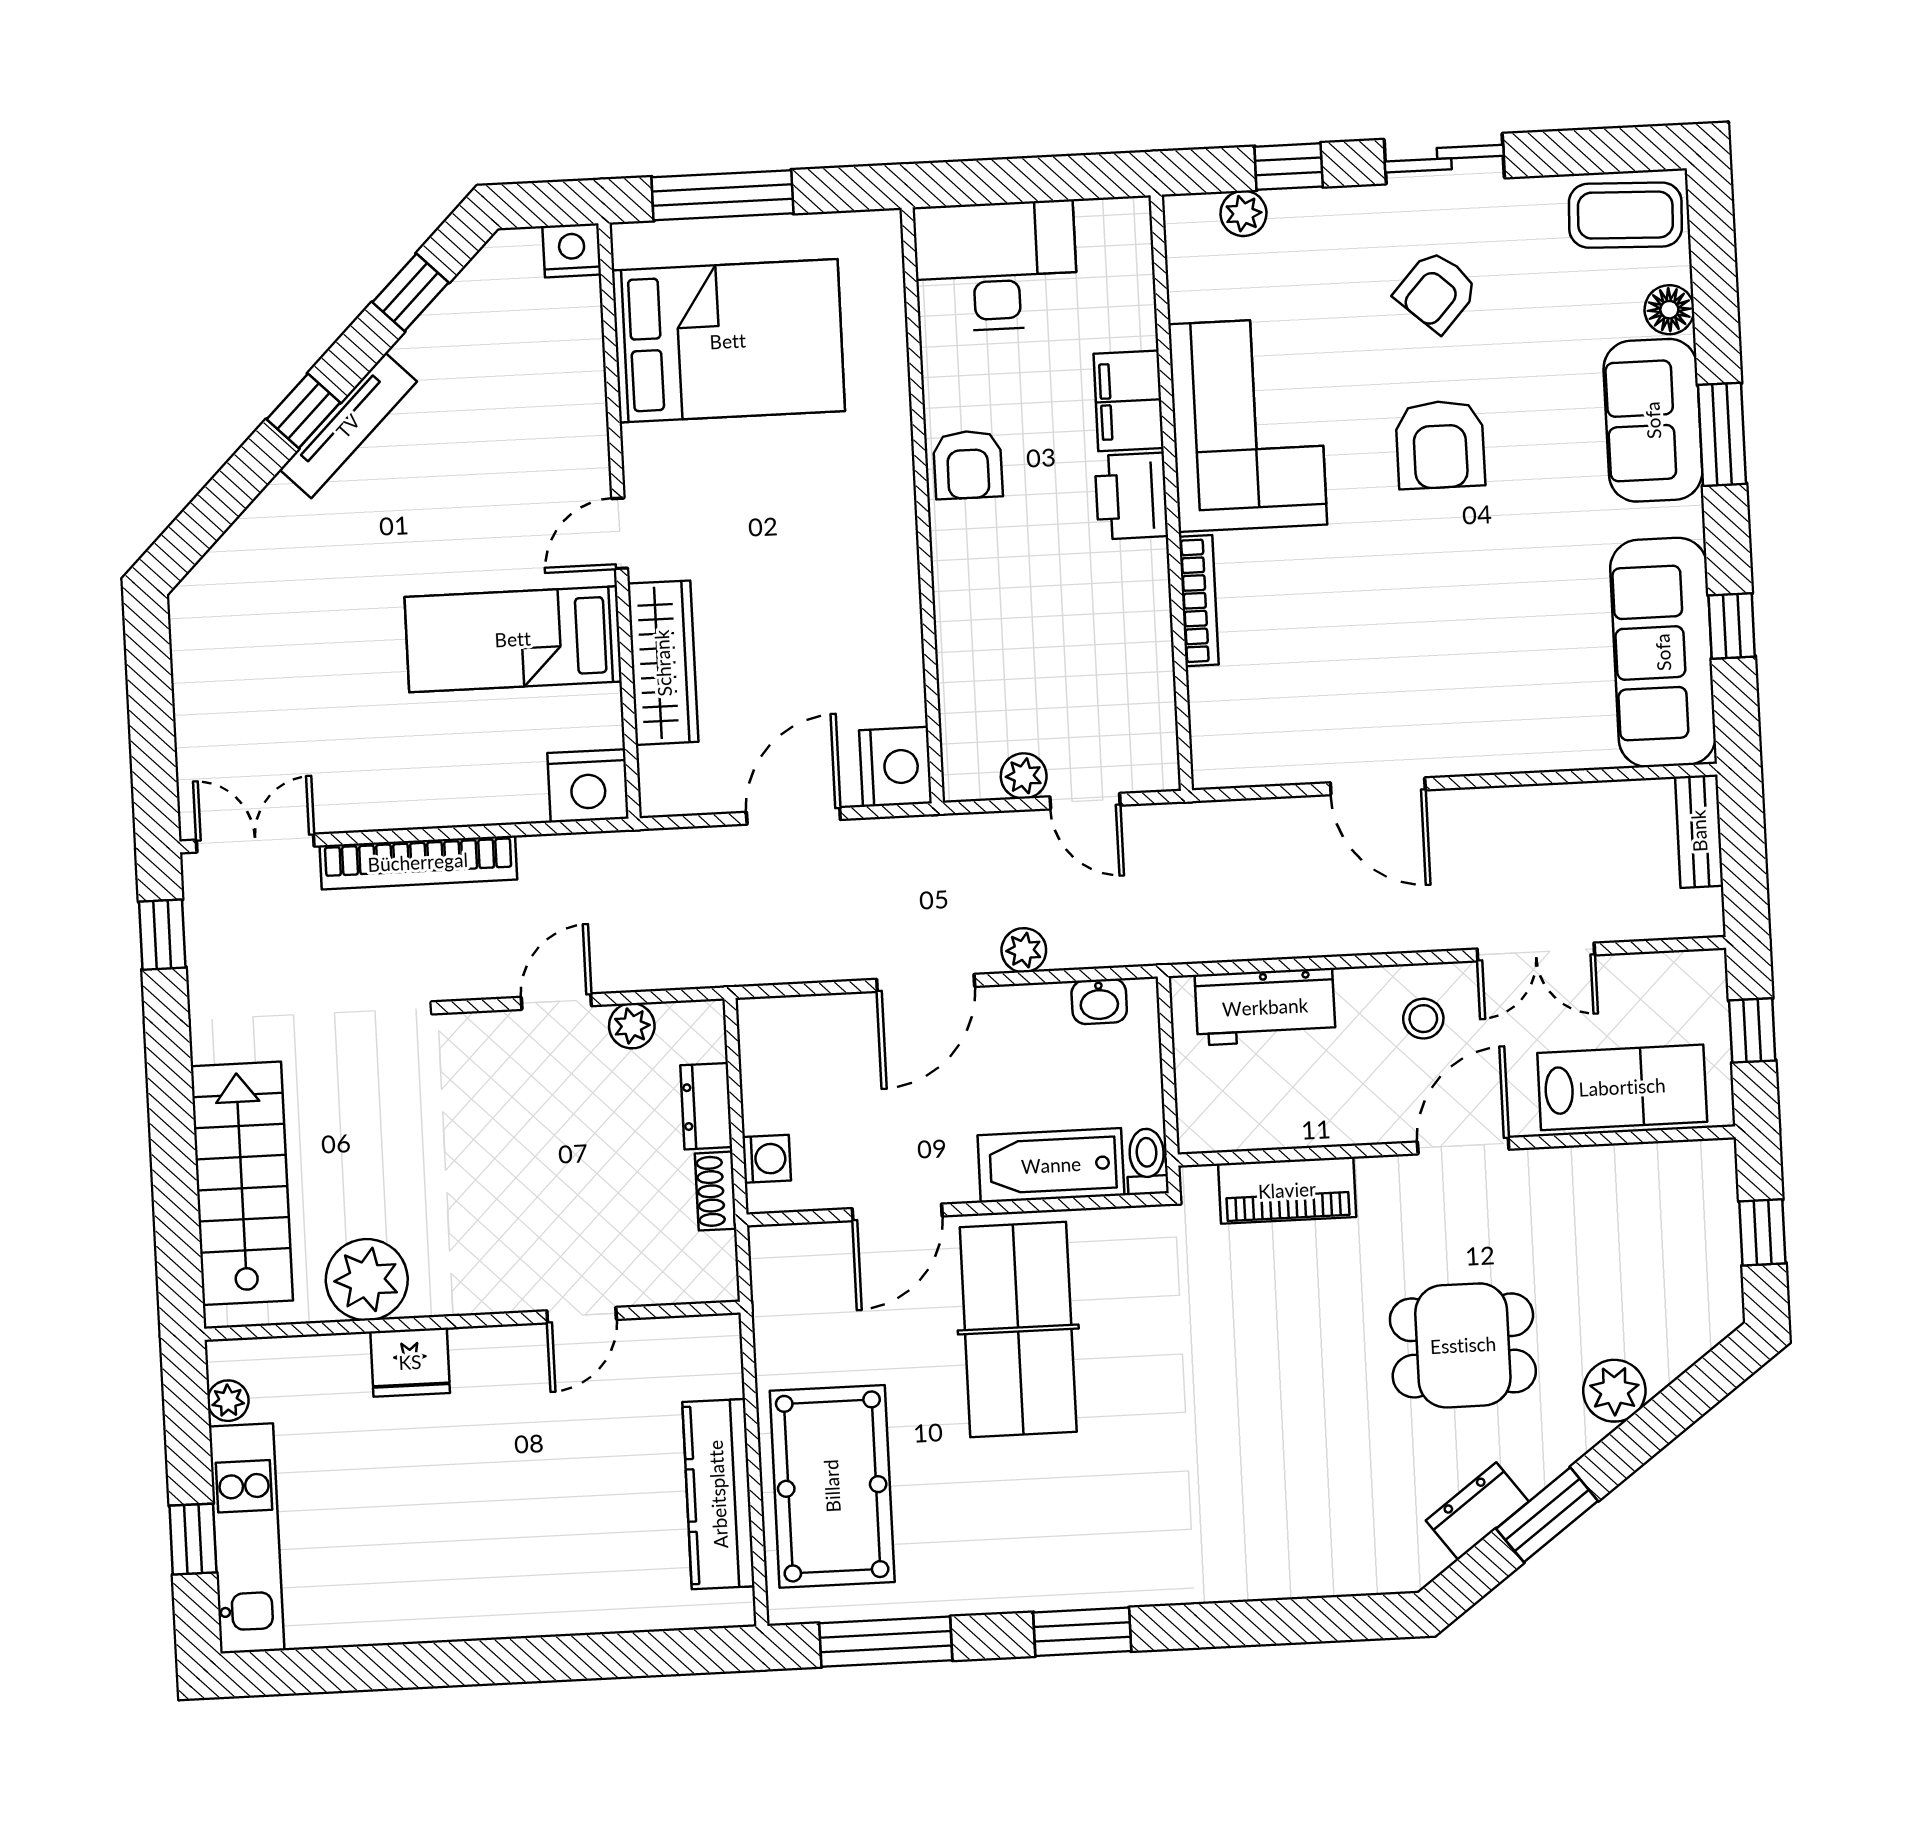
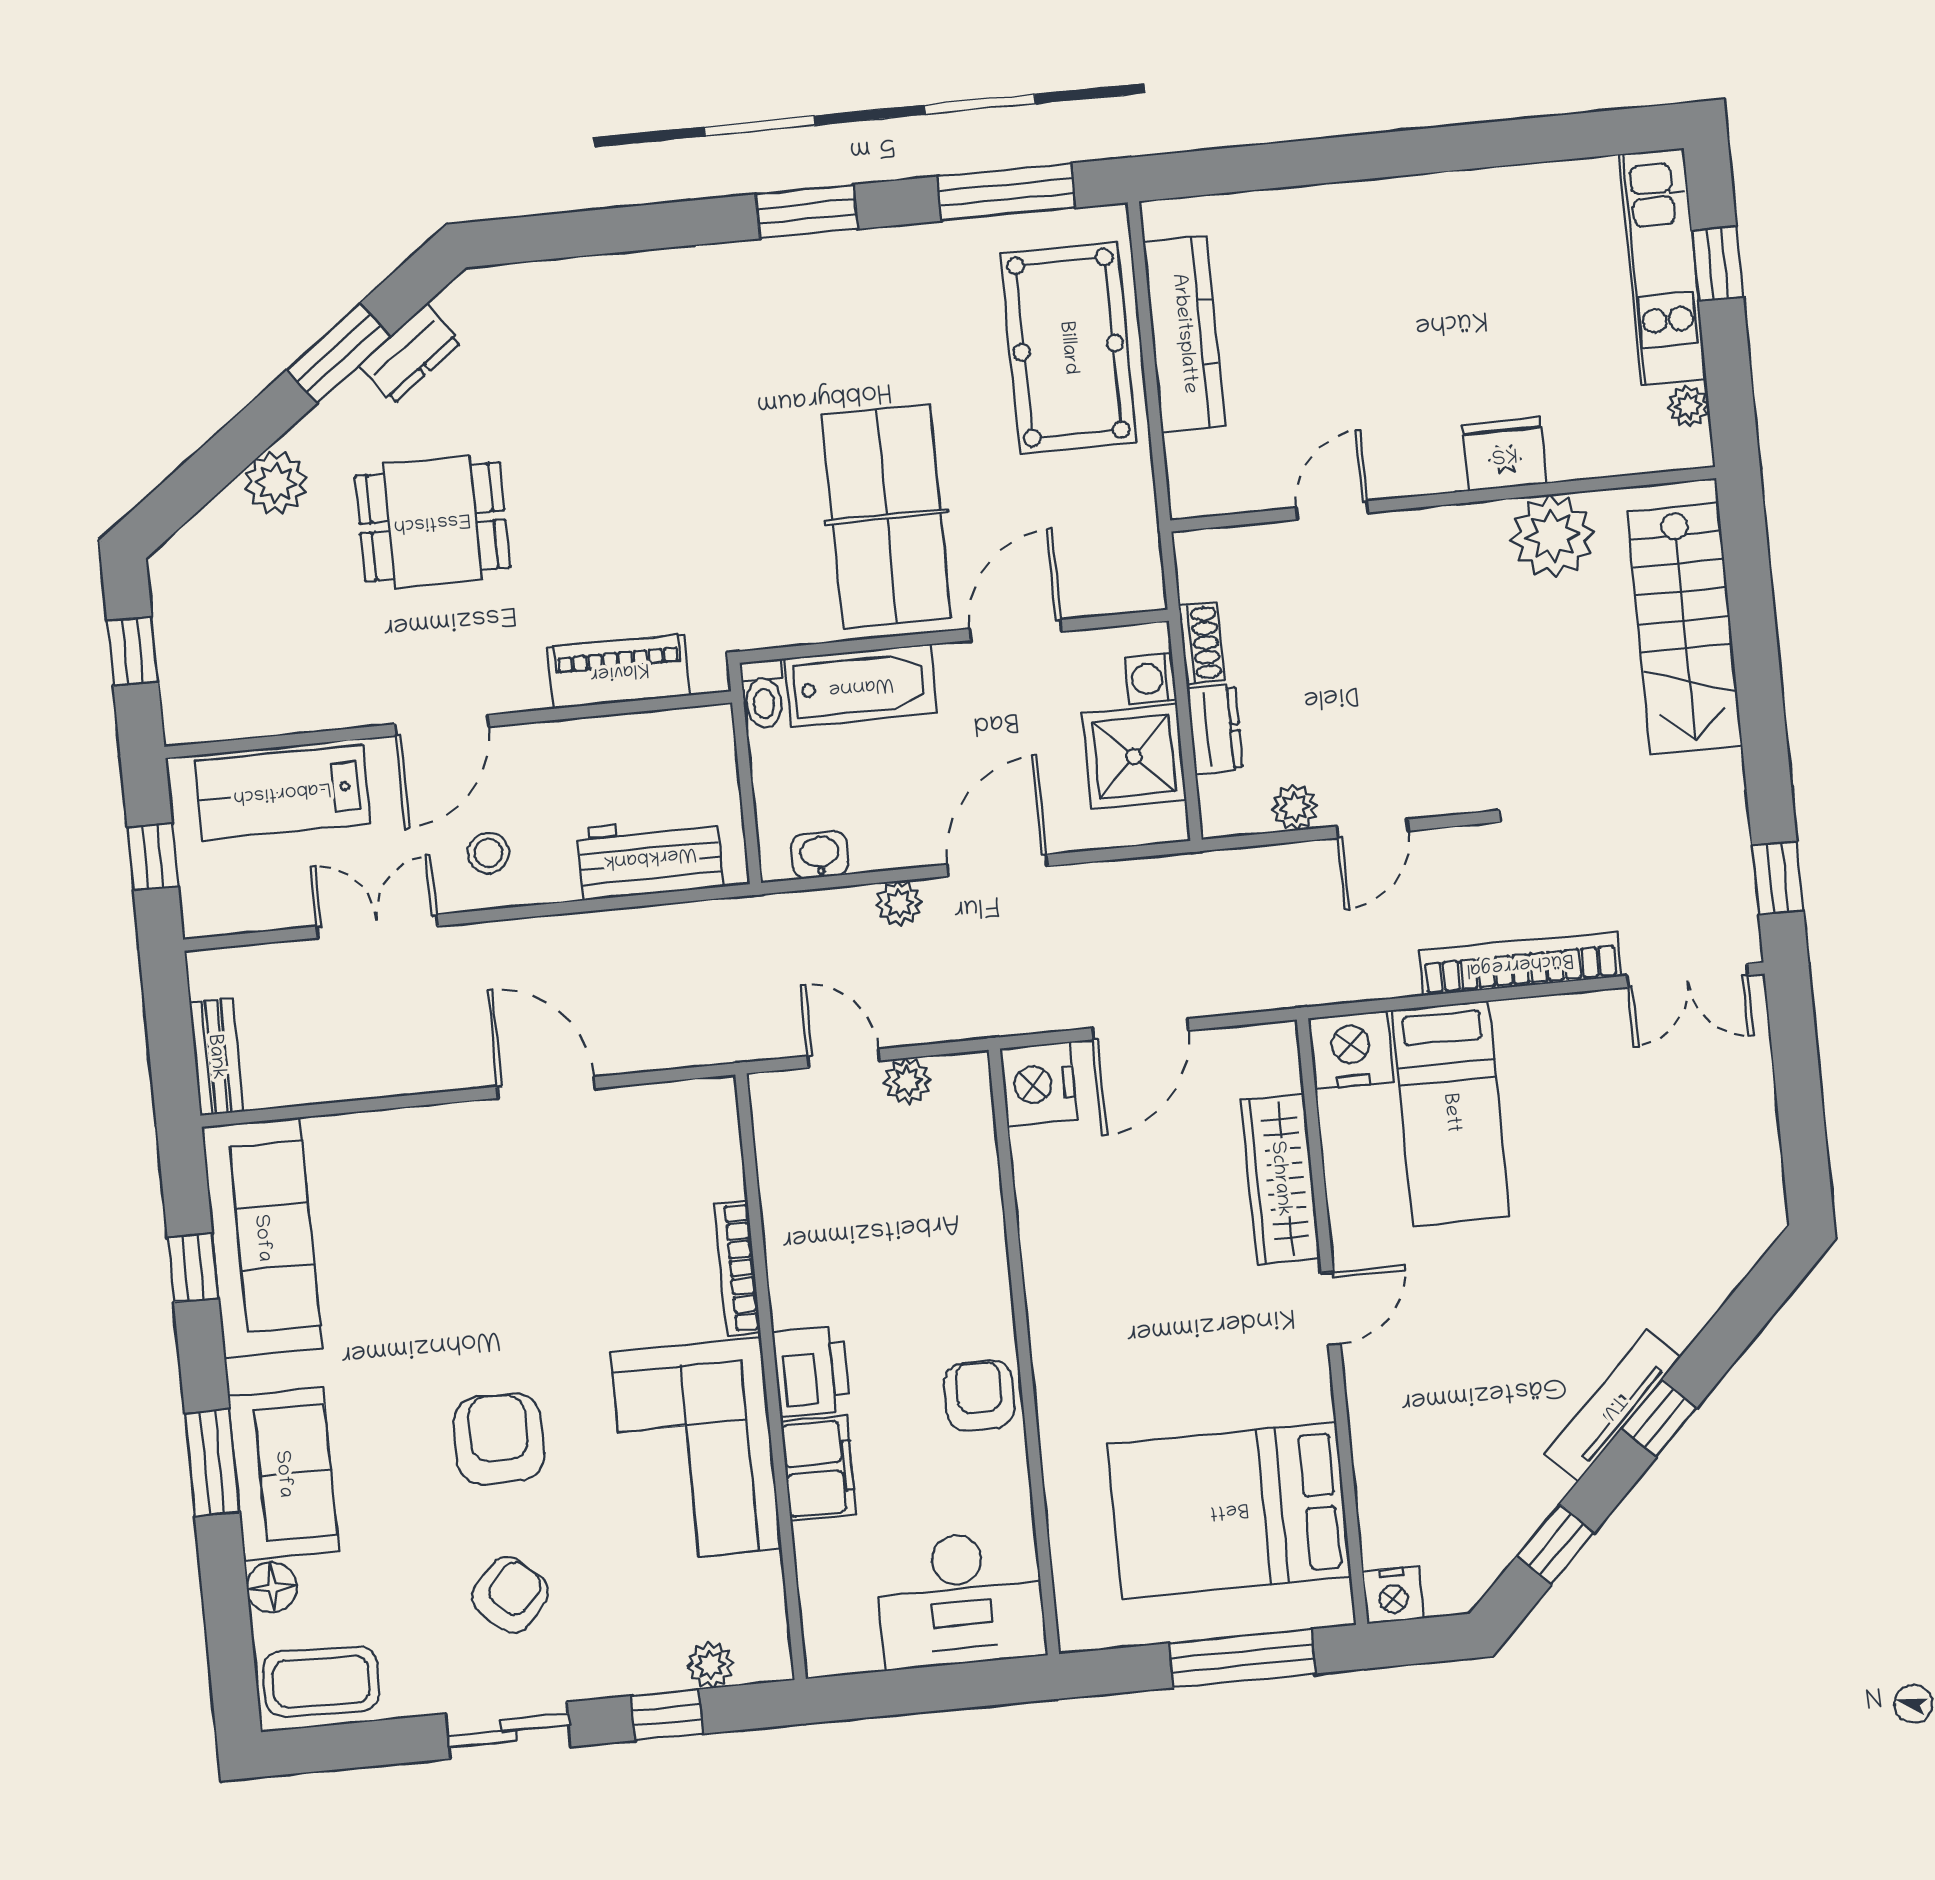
bed: (513, 639) -> (1451, 1113), moved, turned 90
shower: (787, 1083) -> (1134, 756), added

